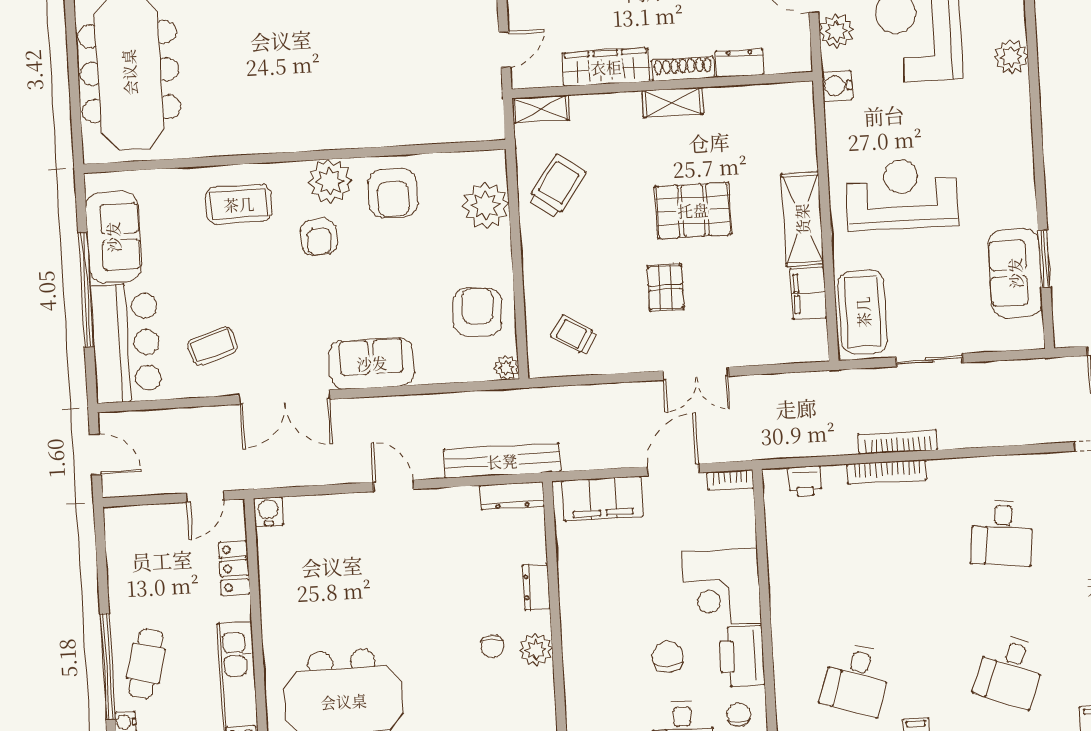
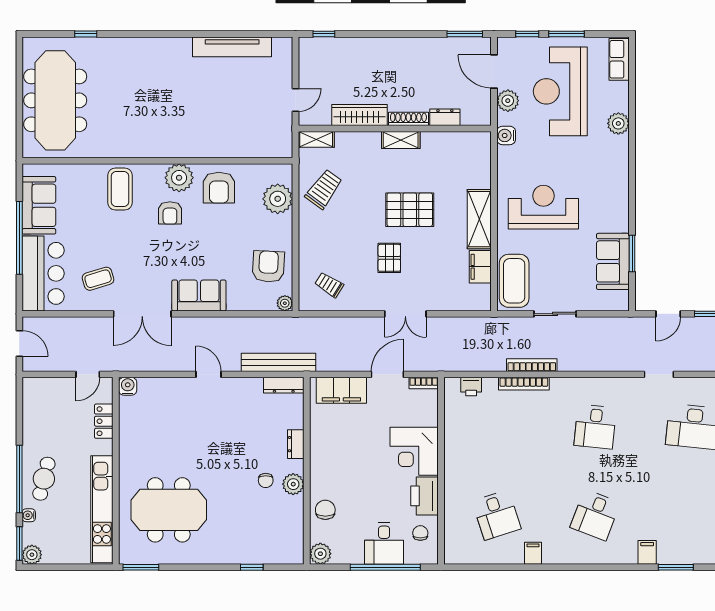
coffee table: (239, 204) -> (120, 189), turned 90
chair: (668, 657) -> (325, 510), moved
desk: (856, 679) -> (497, 515), turned -36

